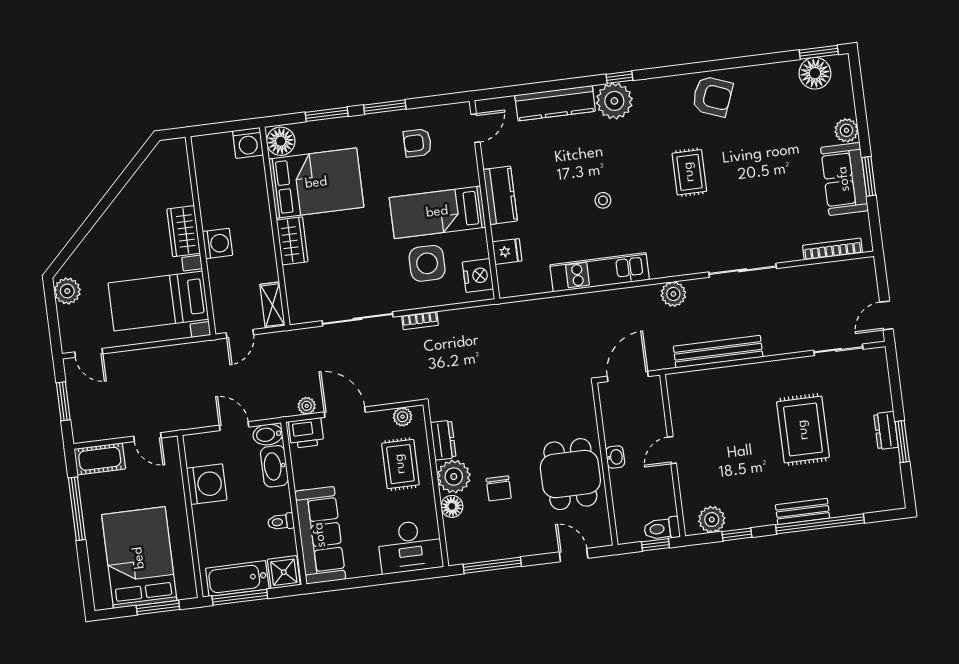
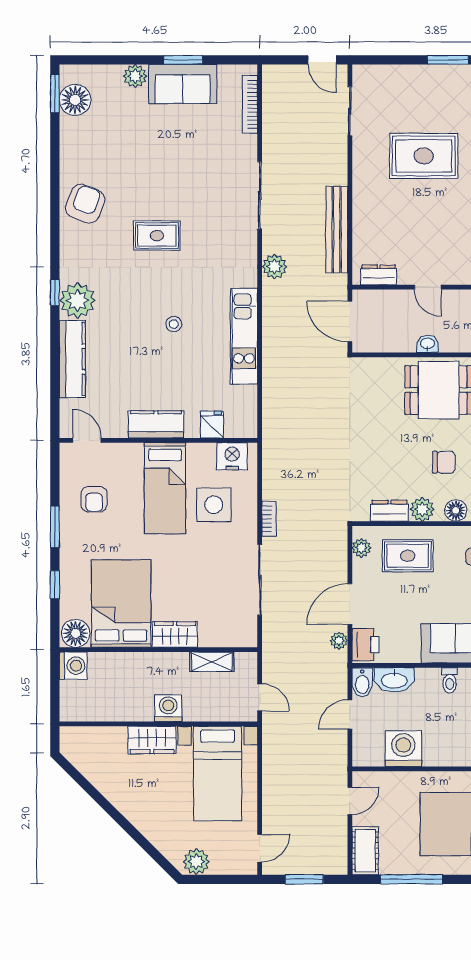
window: (327, 114) -> (55, 585), width x0.67
shelving: (272, 305) -> (212, 662), moved
dresser: (886, 431) -> (379, 275), moved, turned 180
plant: (454, 477) -> (422, 509), width x0.73, depth x0.73

